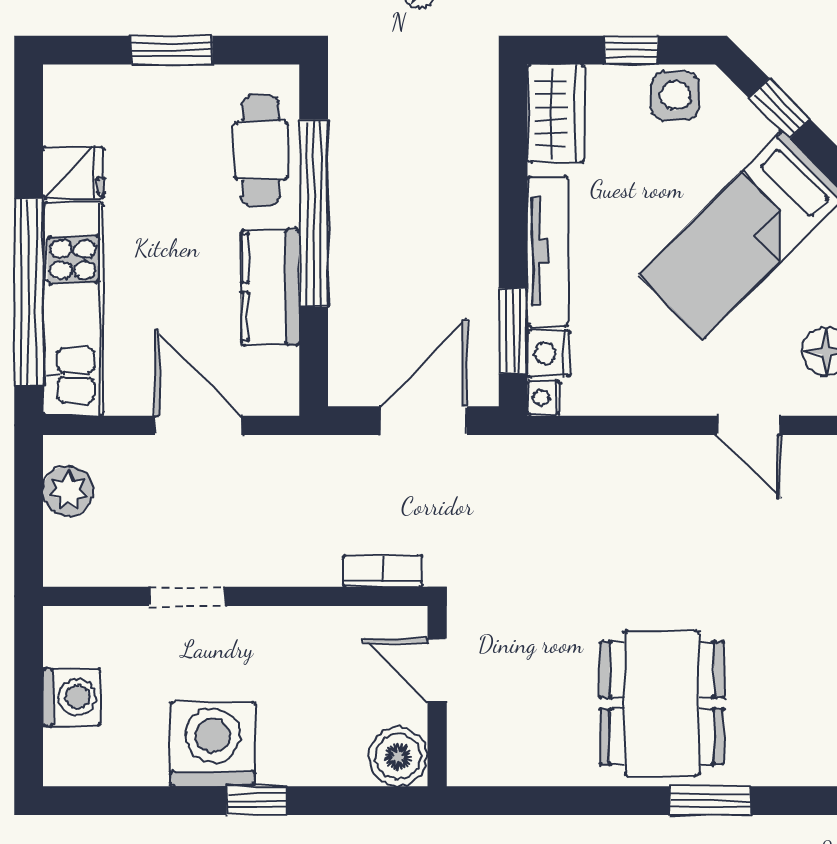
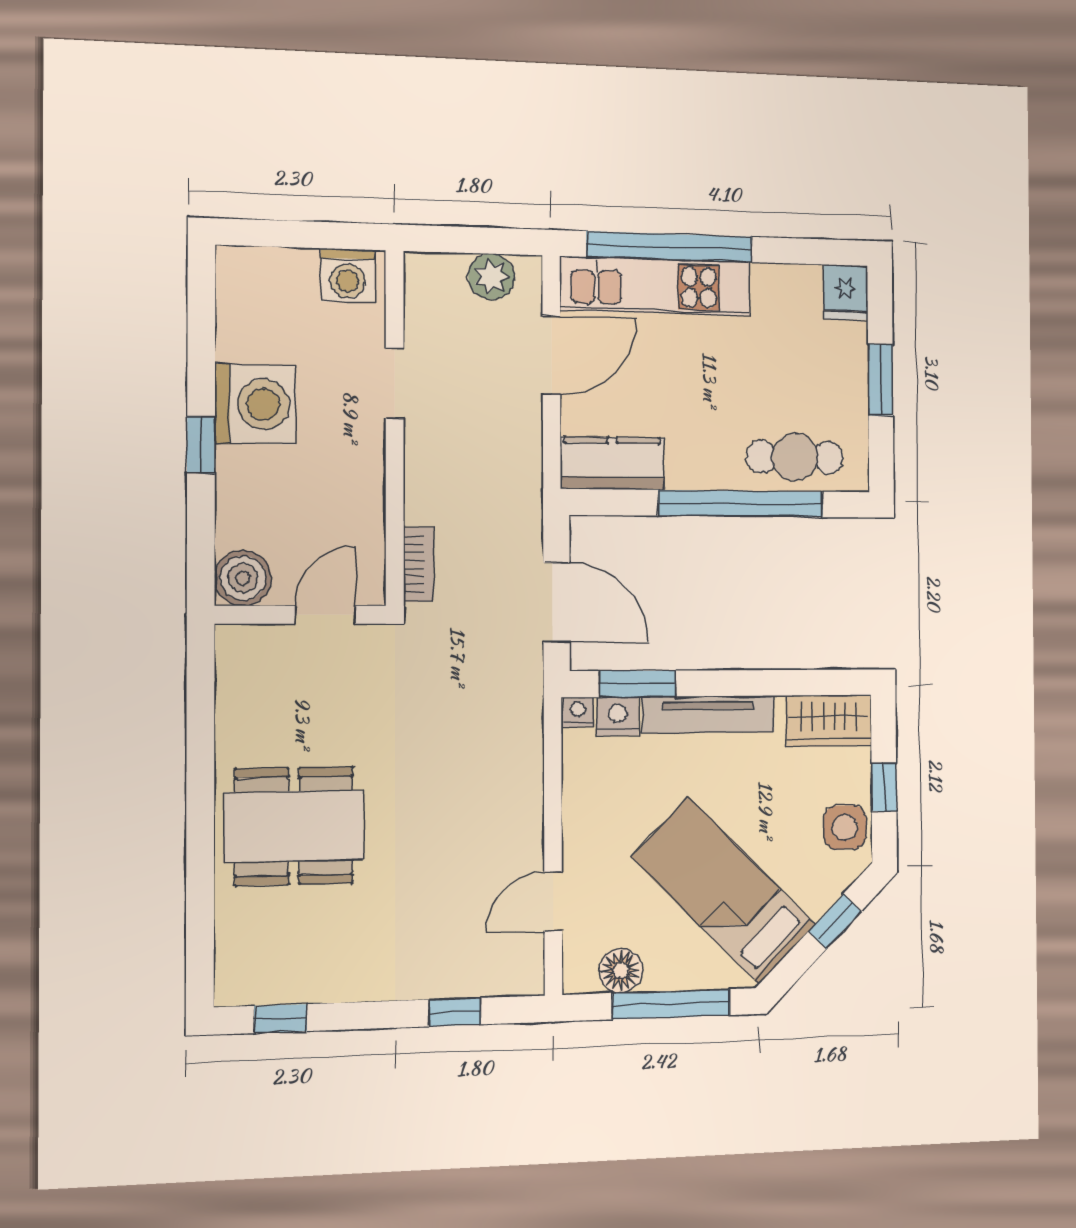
fridge: (74, 172) -> (846, 292), moved
kitchen counter: (270, 287) -> (612, 463), moved
door: (198, 425) -> (551, 355), moved
washing machine: (72, 697) -> (348, 276), moved
window: (710, 801) -> (200, 874), removed

